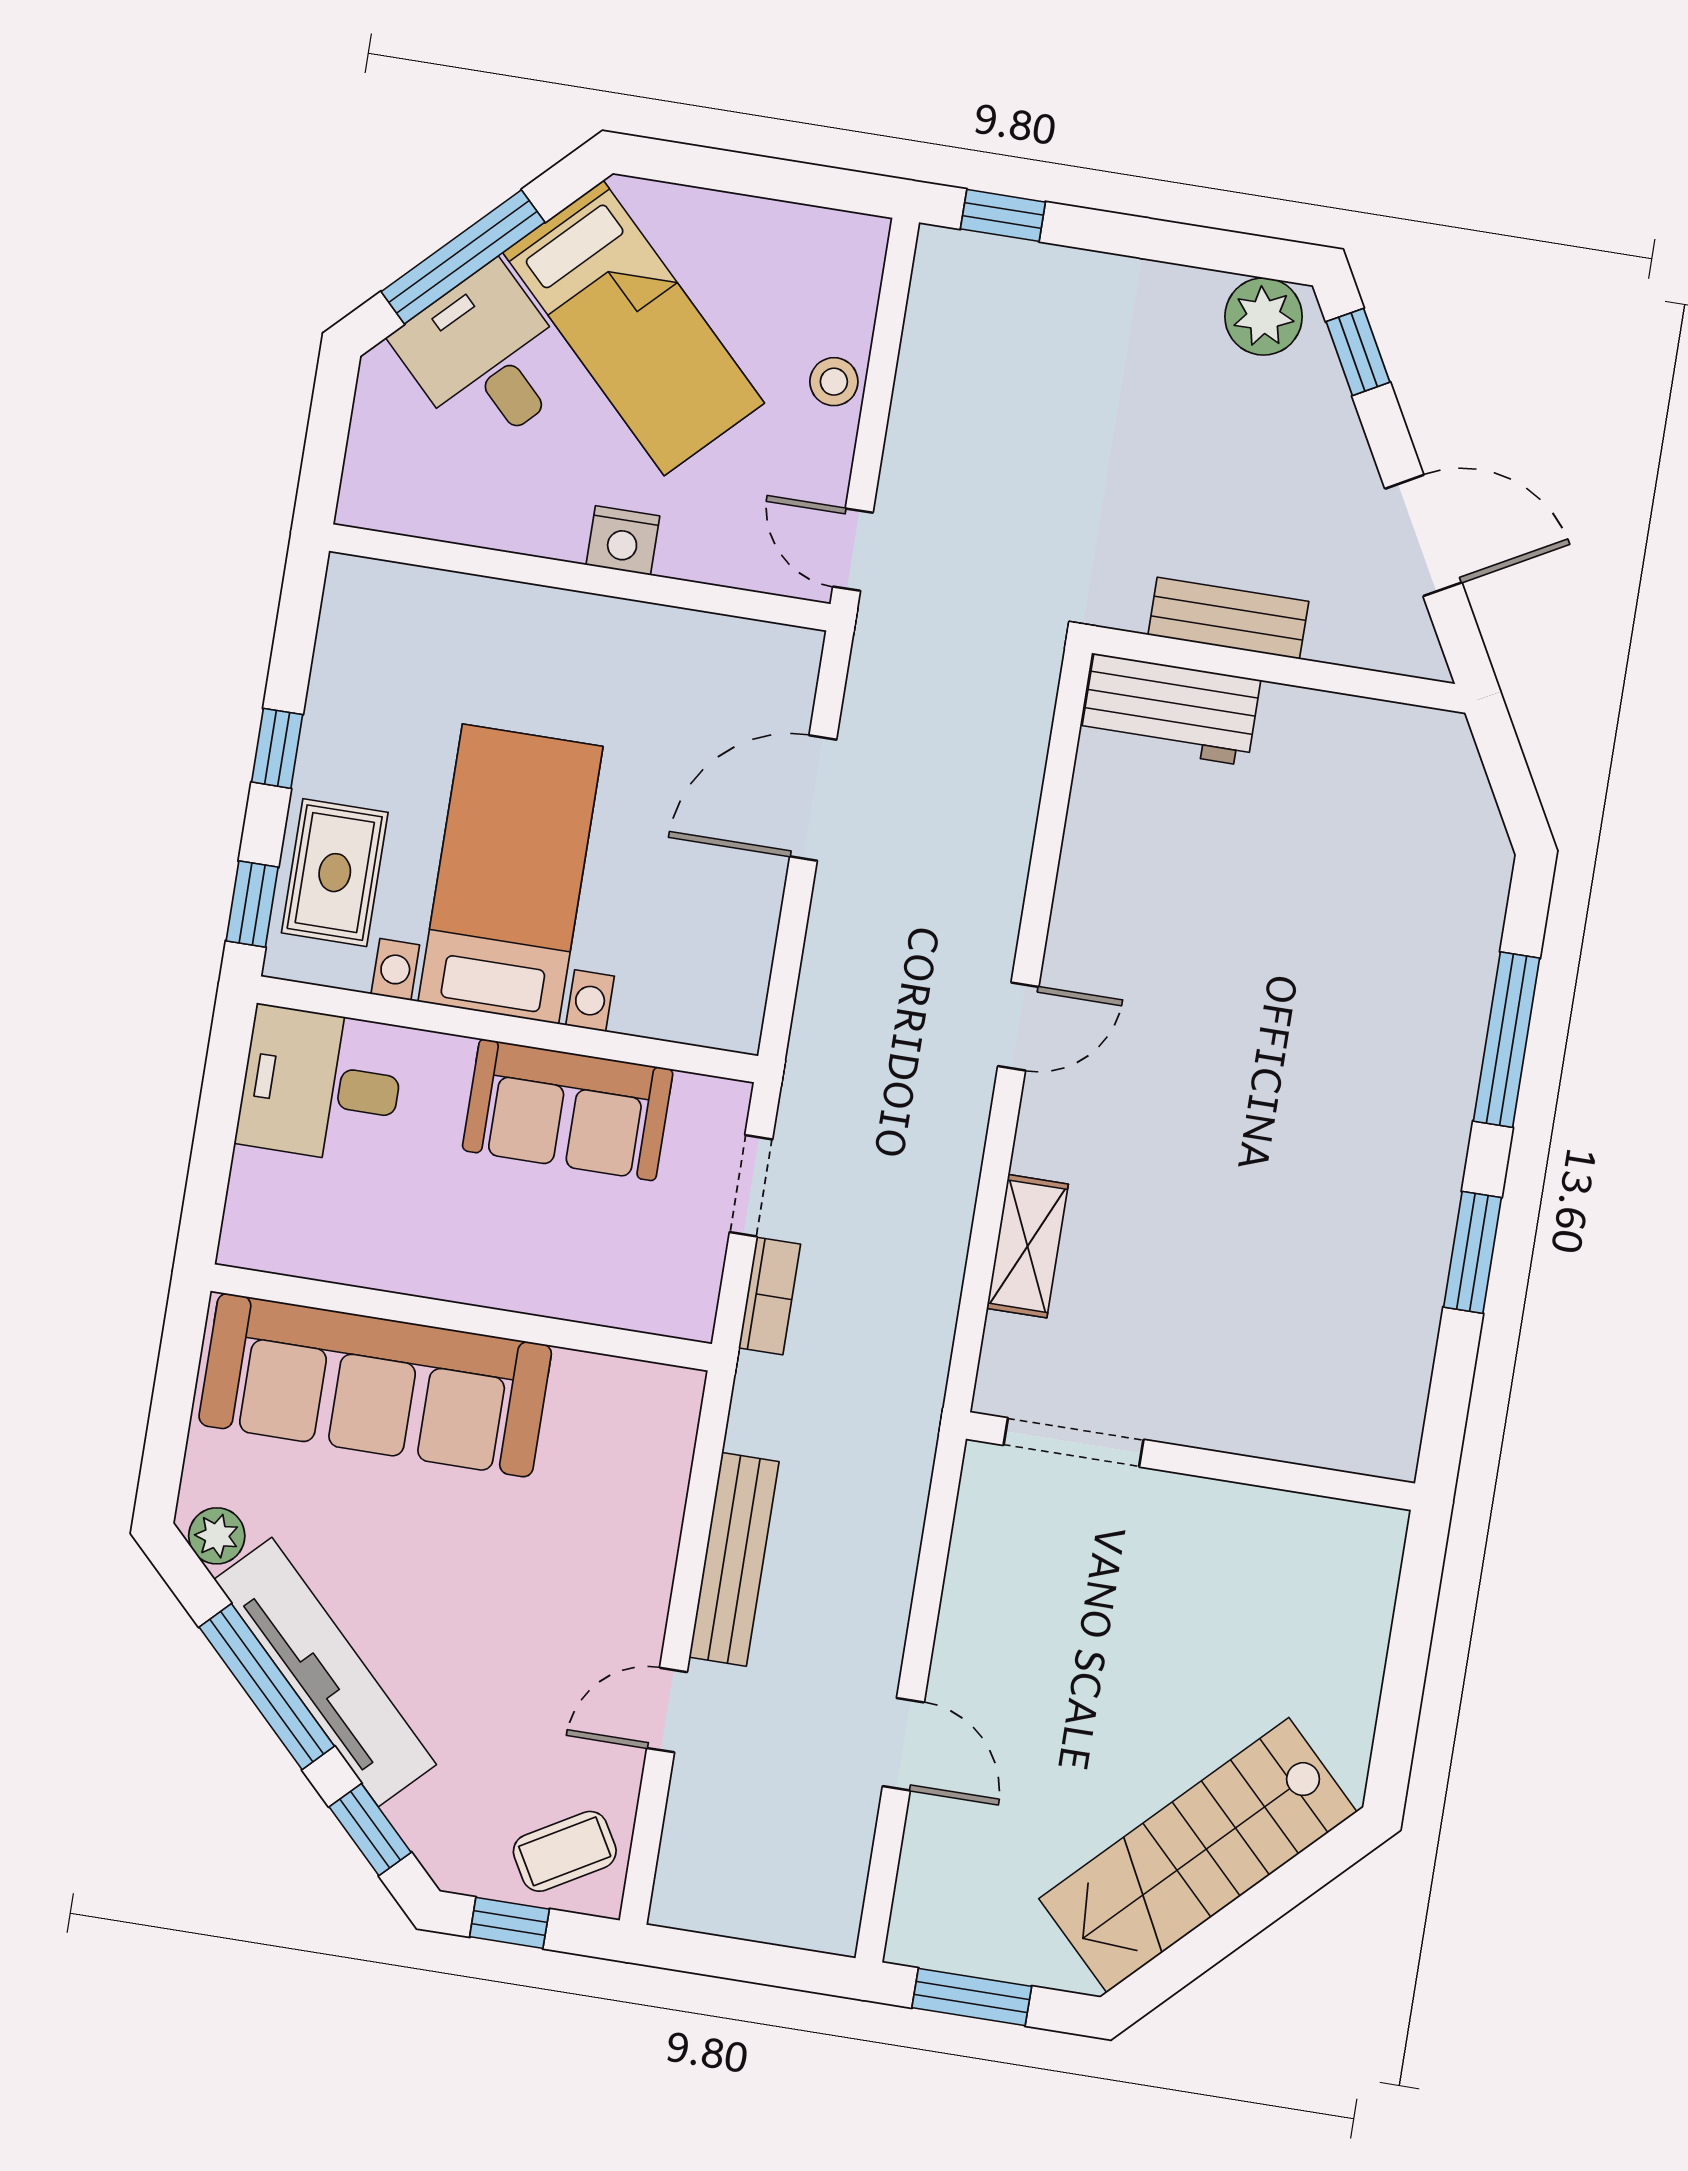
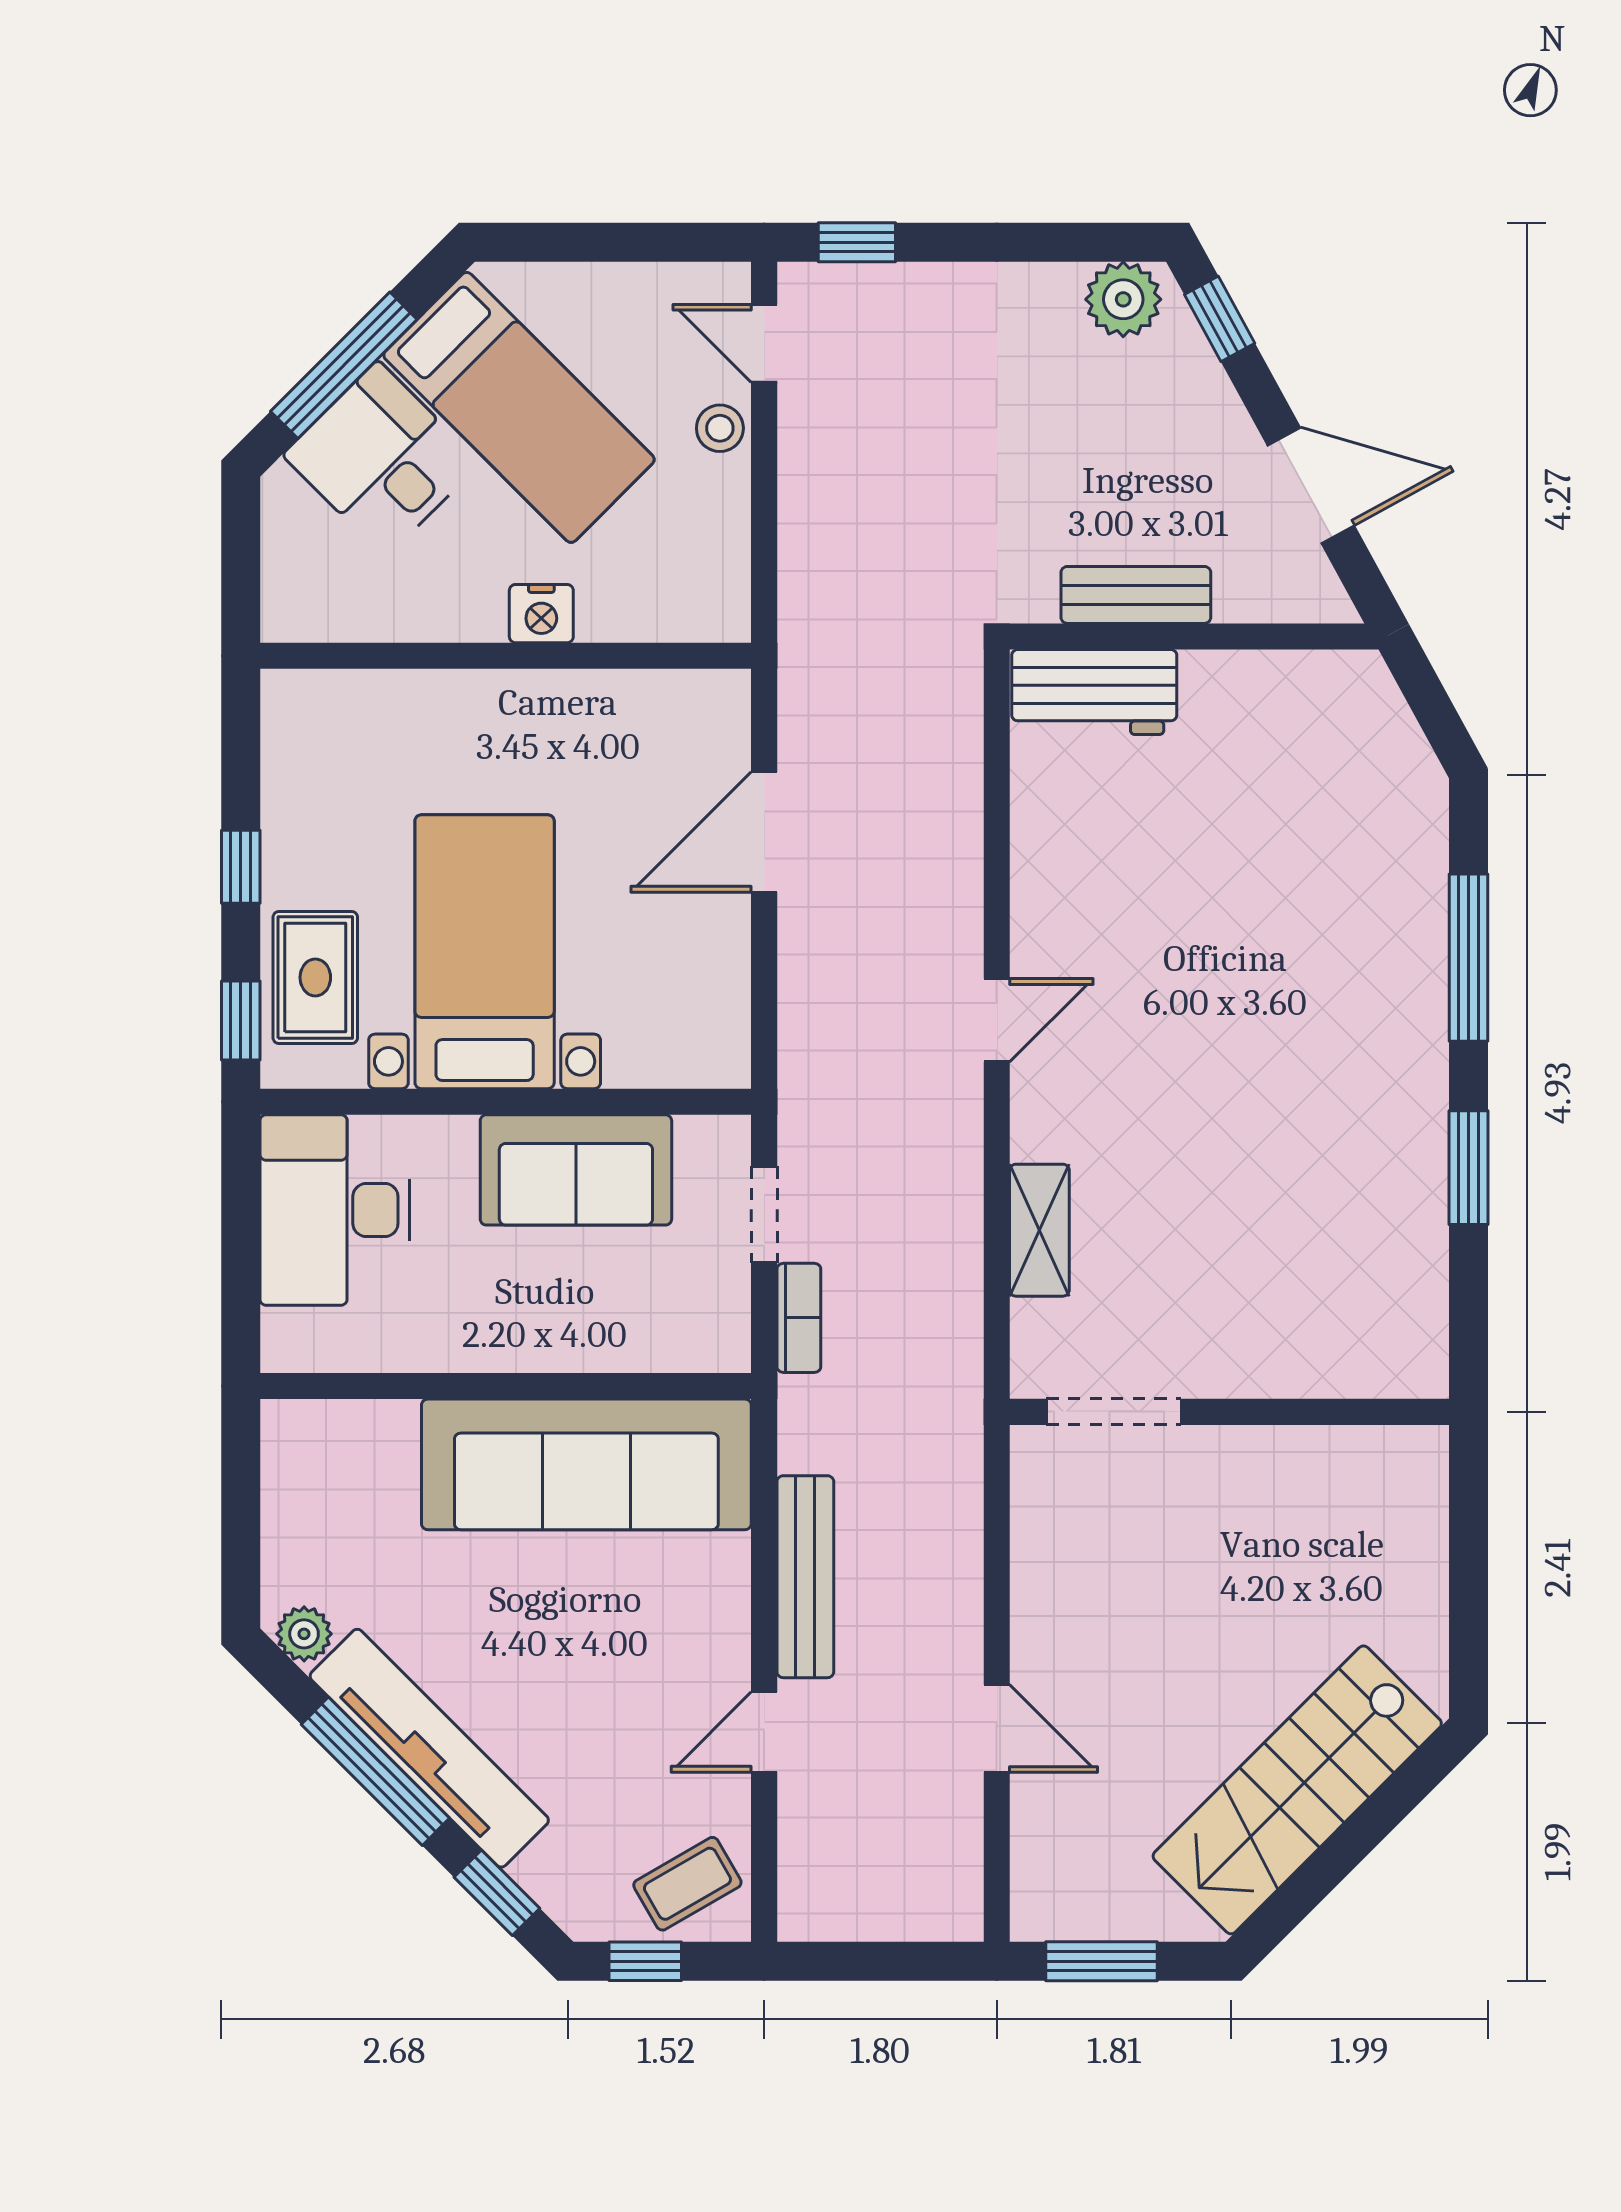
door: (853, 550) -> (764, 343), moved
desk: (321, 1085) -> (335, 1210), width x1.37
sofa: (375, 1385) -> (586, 1464), moved

